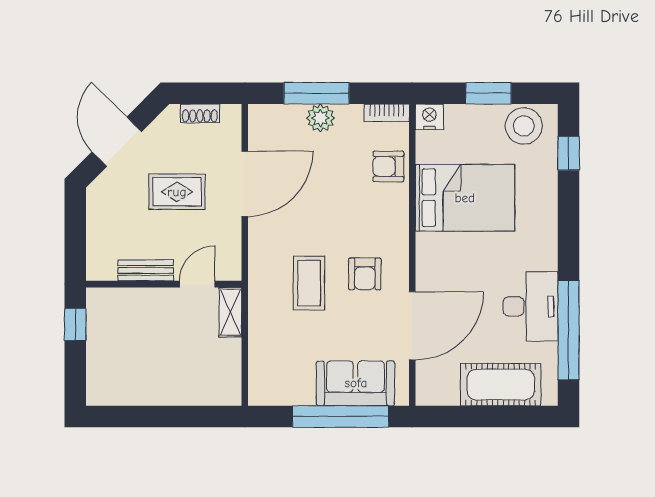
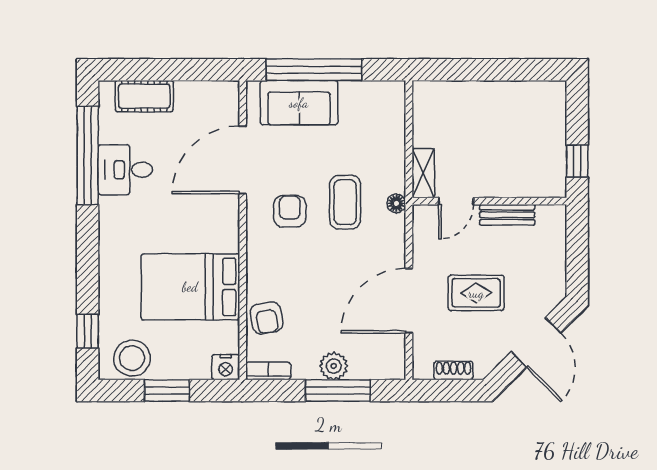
armchair: (388, 166) -> (266, 318), turned 80
floor lamp: (257, 282) -> (396, 203), added
desk: (531, 306) -> (125, 170), width x0.73
cot: (501, 385) -> (144, 96), width x0.73, depth x0.75

